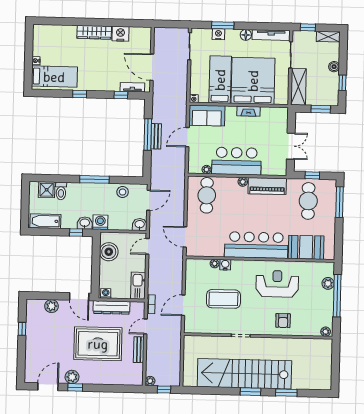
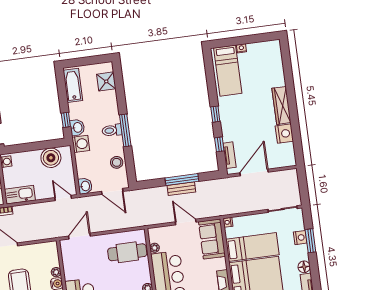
window: (80, 94) -> (215, 114), moved
toilet: (61, 191) -> (112, 130), moved

